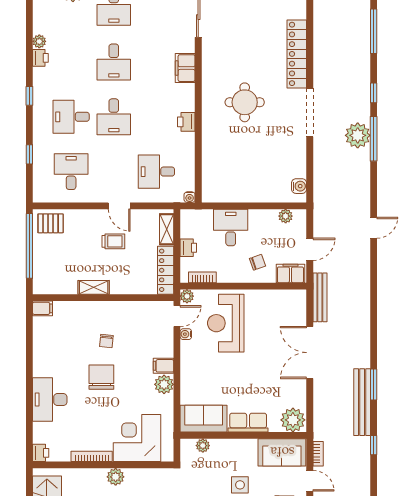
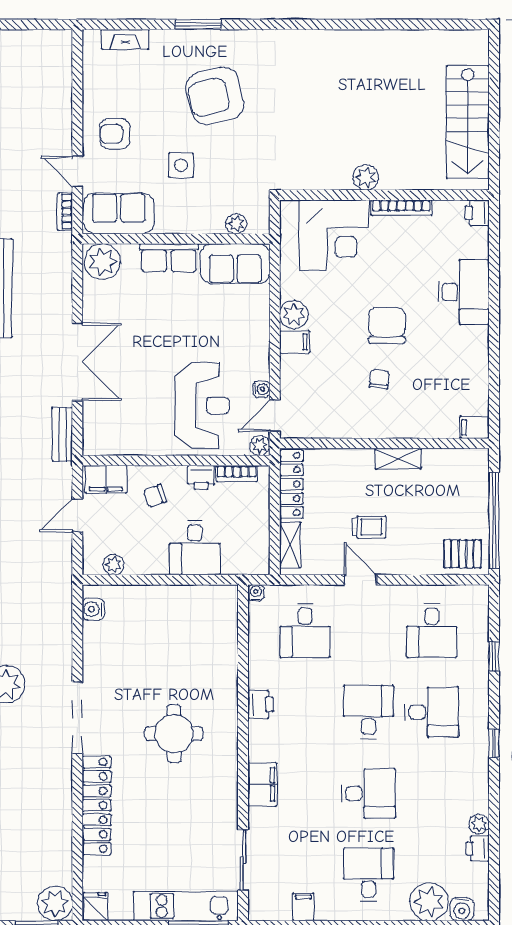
printer: (40, 58) -> (478, 848), moved
desk: (114, 62) -> (368, 793), turned 90
desk: (156, 172) -> (305, 631), turned 90
trolley: (113, 241) -> (369, 527), turned 180
printer: (188, 248) -> (201, 477), moved, turned -90
bench: (320, 297) -> (62, 434), width x0.73
chair: (101, 377) -> (387, 325), turned 180

